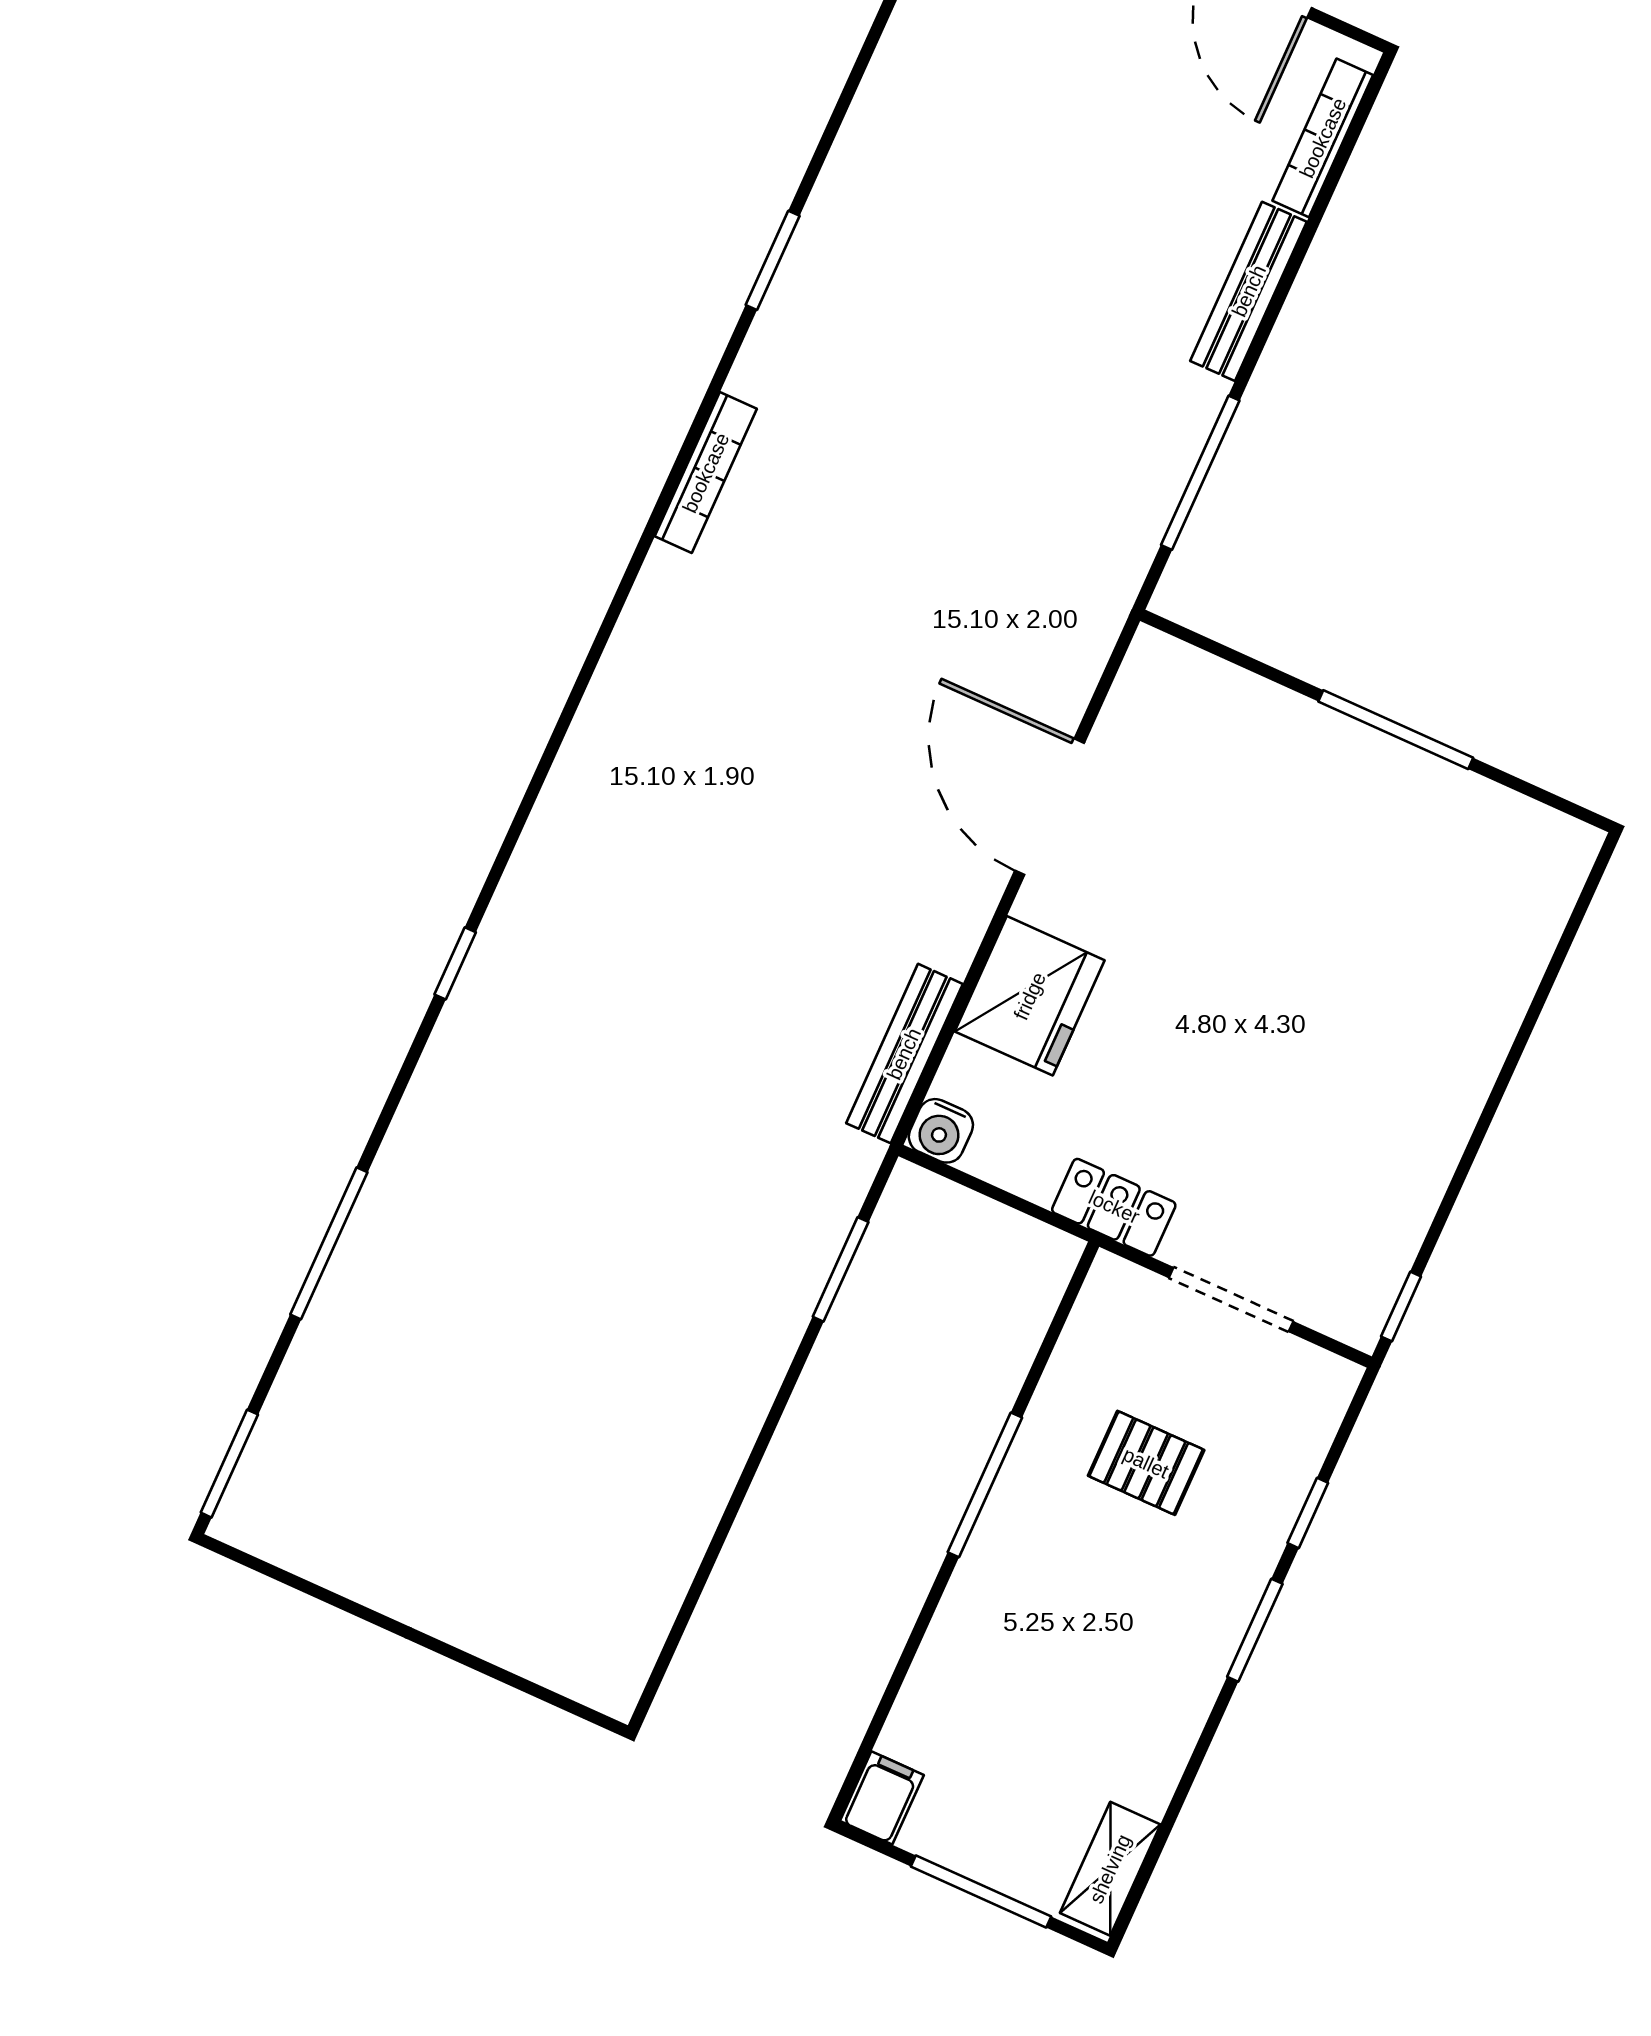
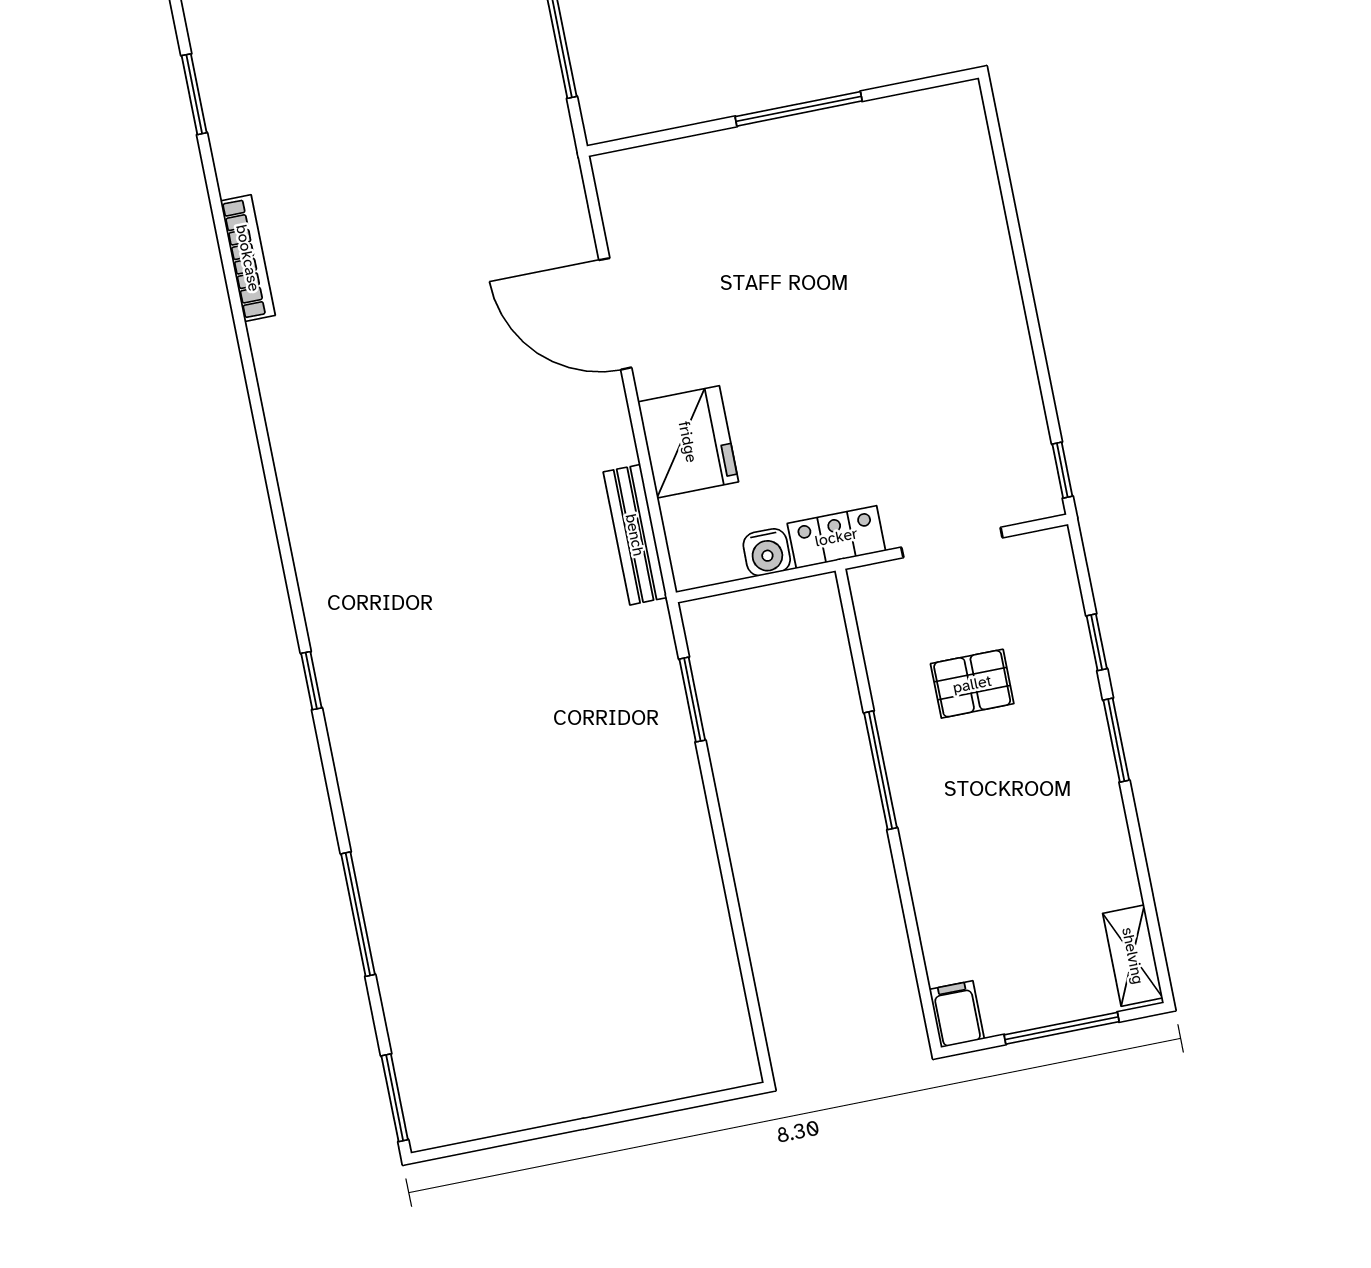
water cooler: (941, 1131) -> (767, 552), moved

